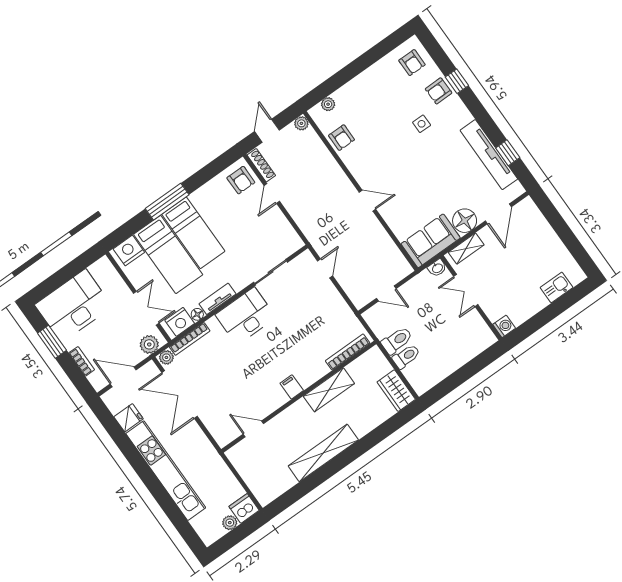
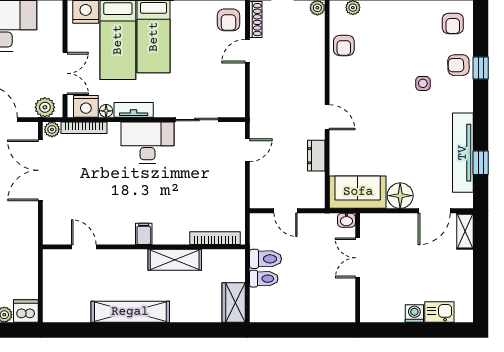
dresser: (380, 235) -> (316, 156), added
shelving: (466, 249) -> (465, 231), moved, turned 90
washing machine: (504, 326) -> (414, 314), moved, turned -90

